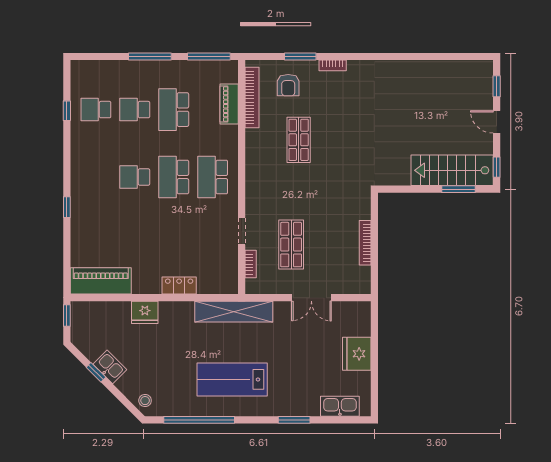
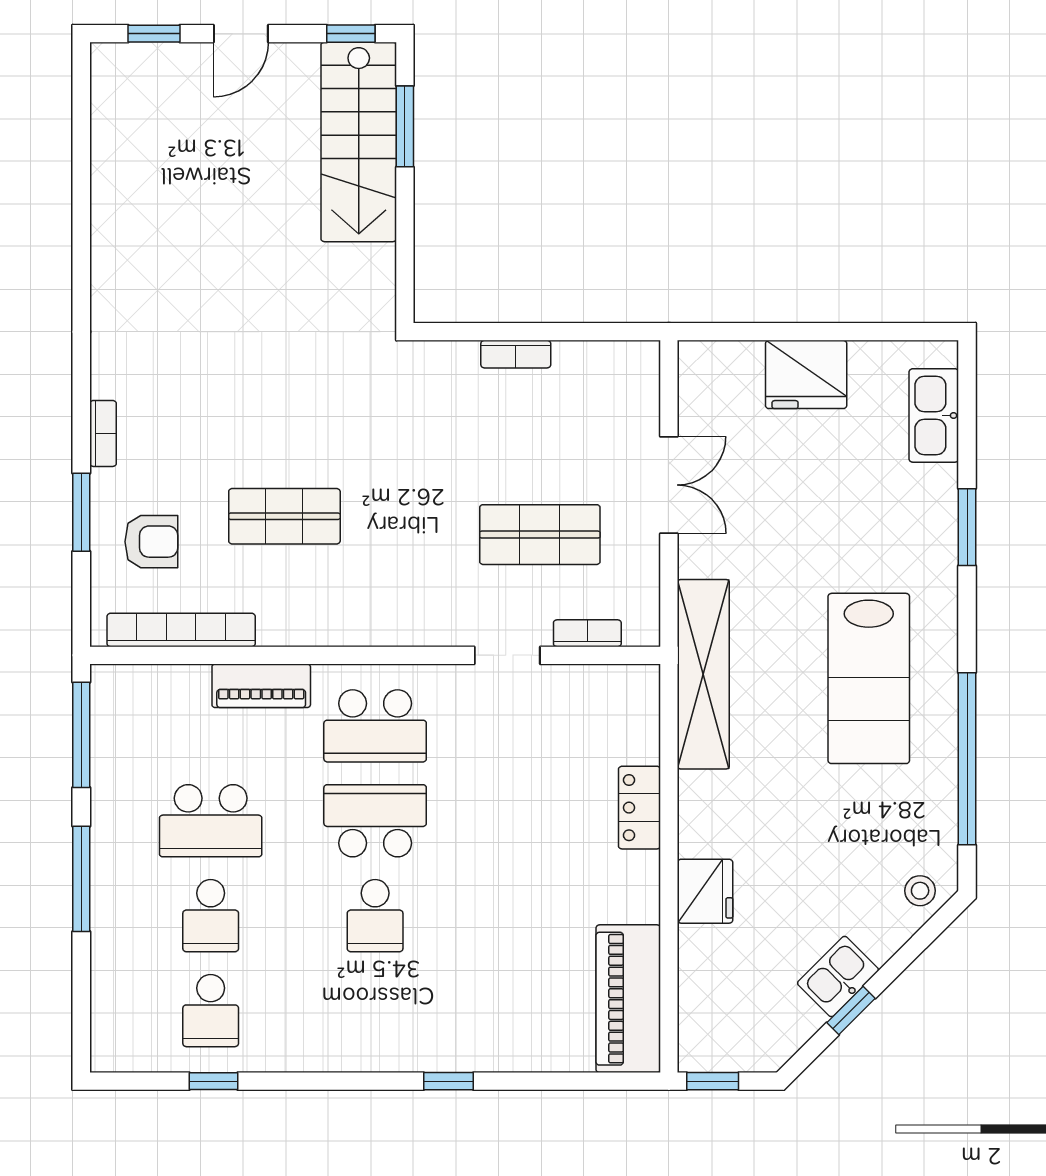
piano: (229, 104) -> (261, 686), moved
school desk: (174, 177) -> (375, 821), turned 180
bookcase: (365, 243) -> (516, 354), width x0.64

